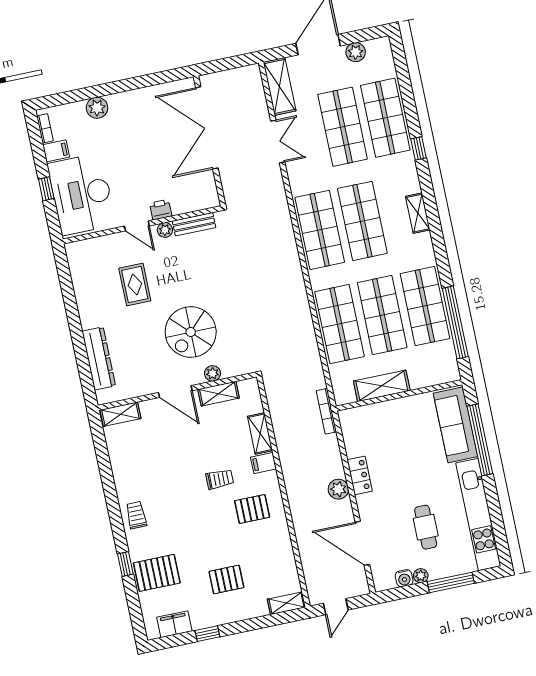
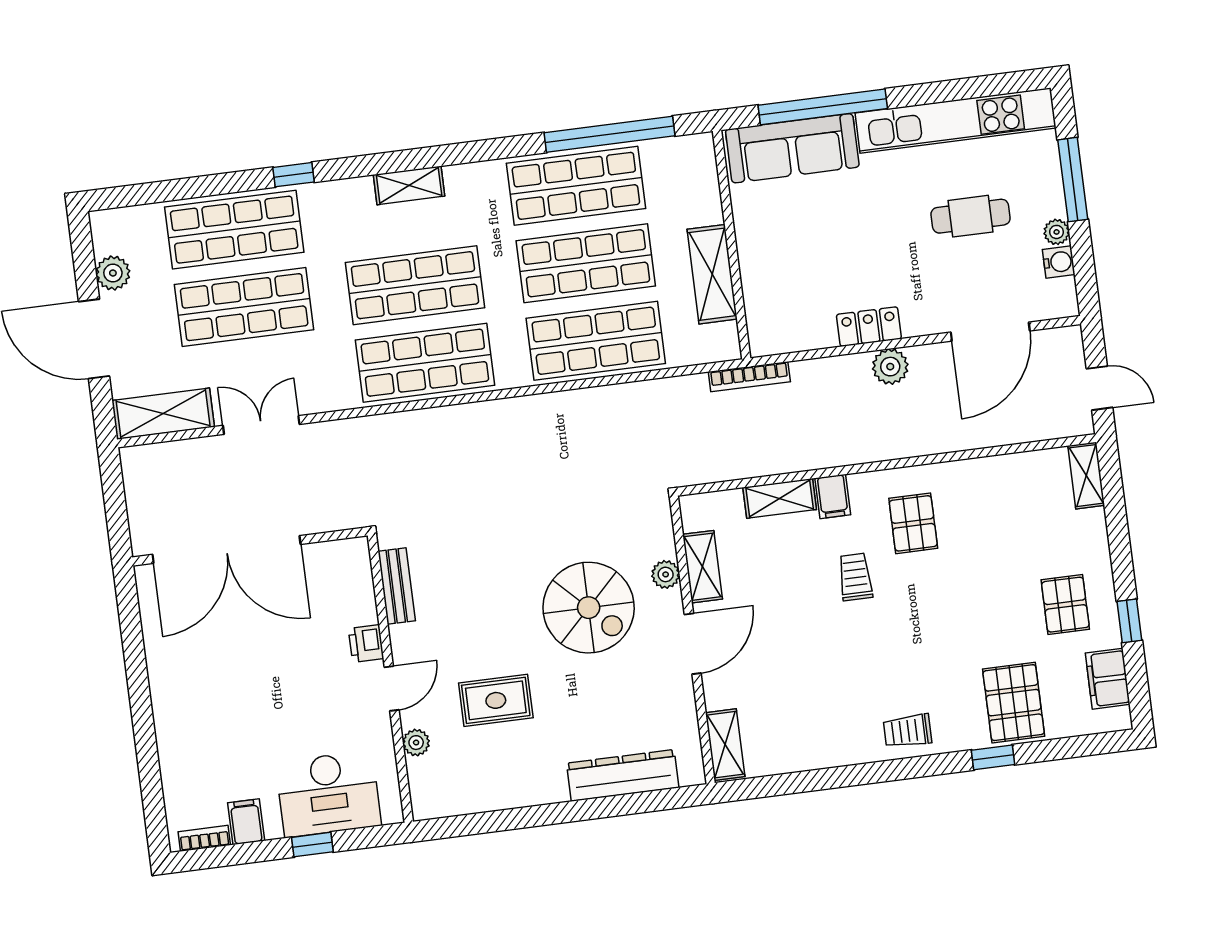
plant: (97, 108) -> (175, 742), removed
desk: (82, 194) -> (328, 794), width x0.73, depth x0.77
plant: (165, 230) -> (416, 743), moved
pallet: (226, 579) -> (1065, 605), moved

